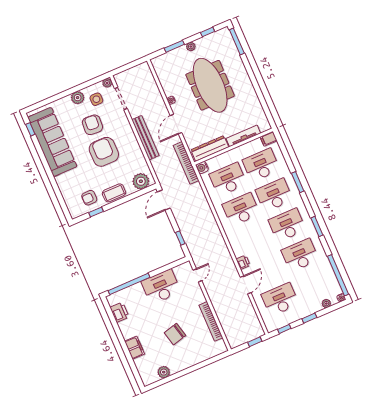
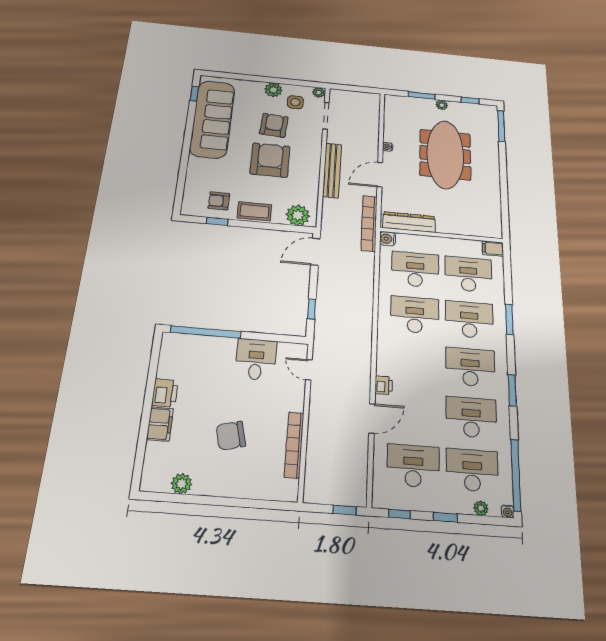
tv unit: (243, 136) -> (461, 229), removed
door: (197, 275) -> (309, 370), swing flipped
desk: (313, 285) -> (472, 470), added
desk: (161, 287) -> (256, 359), width x0.73
printer: (120, 312) -> (165, 393), moved

